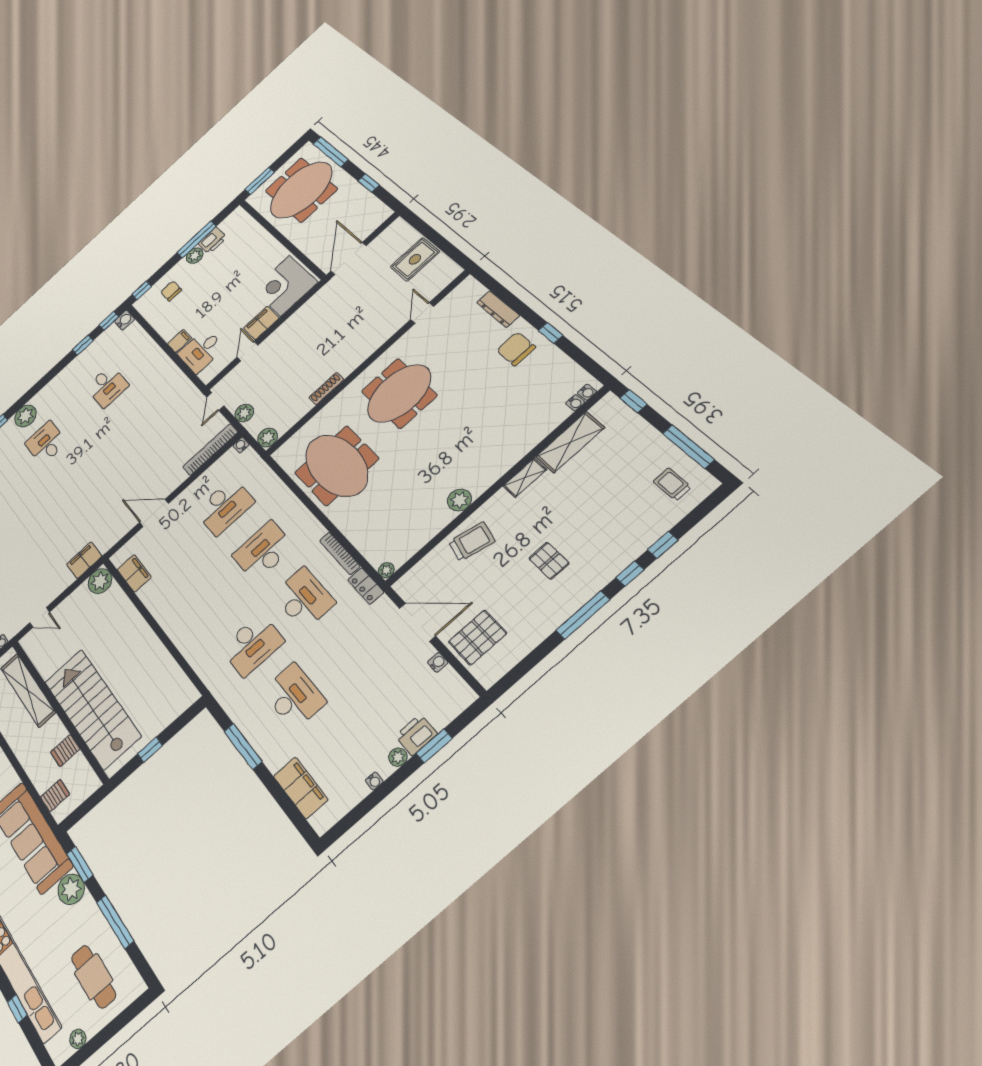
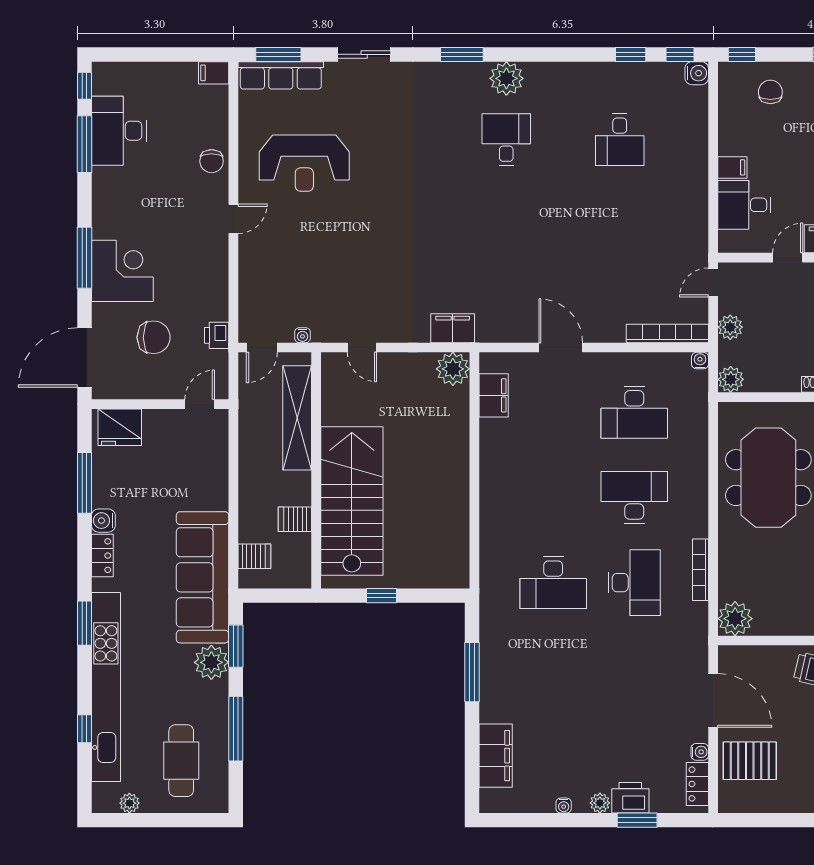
plant: (386, 570) -> (735, 619), width x1.87, depth x1.87
locker: (366, 586) -> (697, 784), moved
desk: (294, 696) -> (553, 668), removed

